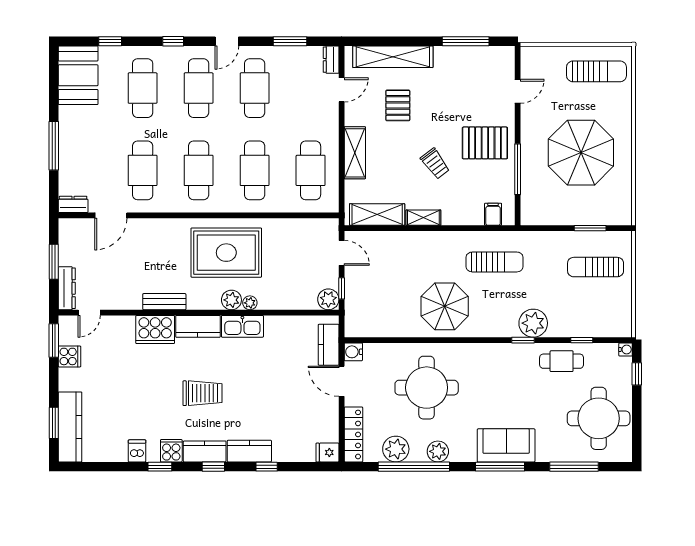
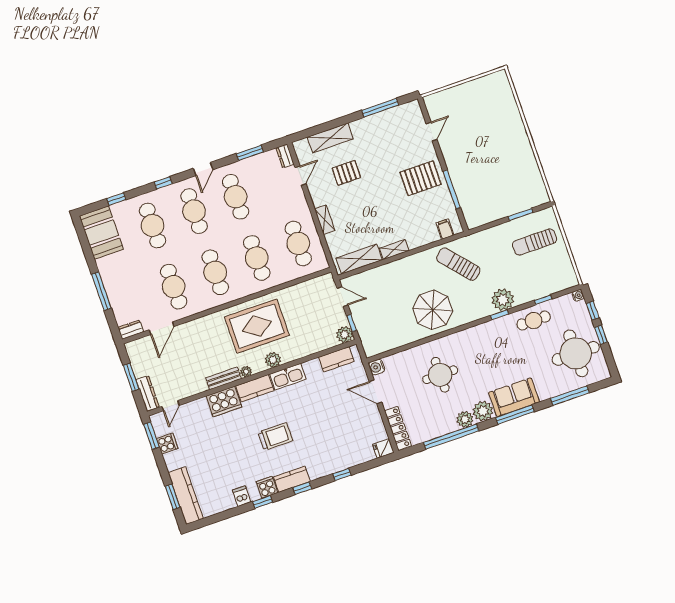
shelving: (393, 57) -> (330, 138), width x0.68
sun lounger: (596, 71) -> (485, 96), removed
pallet: (398, 105) -> (346, 173), turned 90
shelving: (355, 153) -> (325, 220), width x0.67, depth x0.75
parasol: (581, 153) -> (494, 161), removed
trolley: (435, 164) -> (389, 206), removed
sun lounger: (495, 262) -> (458, 264), turned -131
plant: (250, 303) -> (246, 372), moved
kitchen counter: (329, 345) -> (336, 359), moved, turned -90
round table: (427, 388) -> (440, 375), width x0.73, depth x0.73
window: (637, 406) -> (601, 335), added
plant: (396, 449) -> (483, 411), moved
kitchen counter: (249, 451) -> (325, 467), removed

